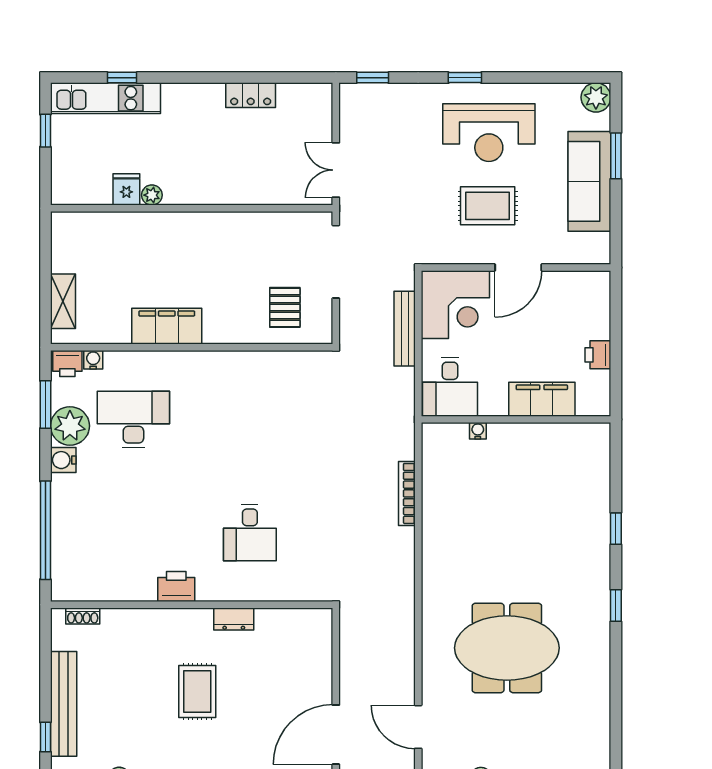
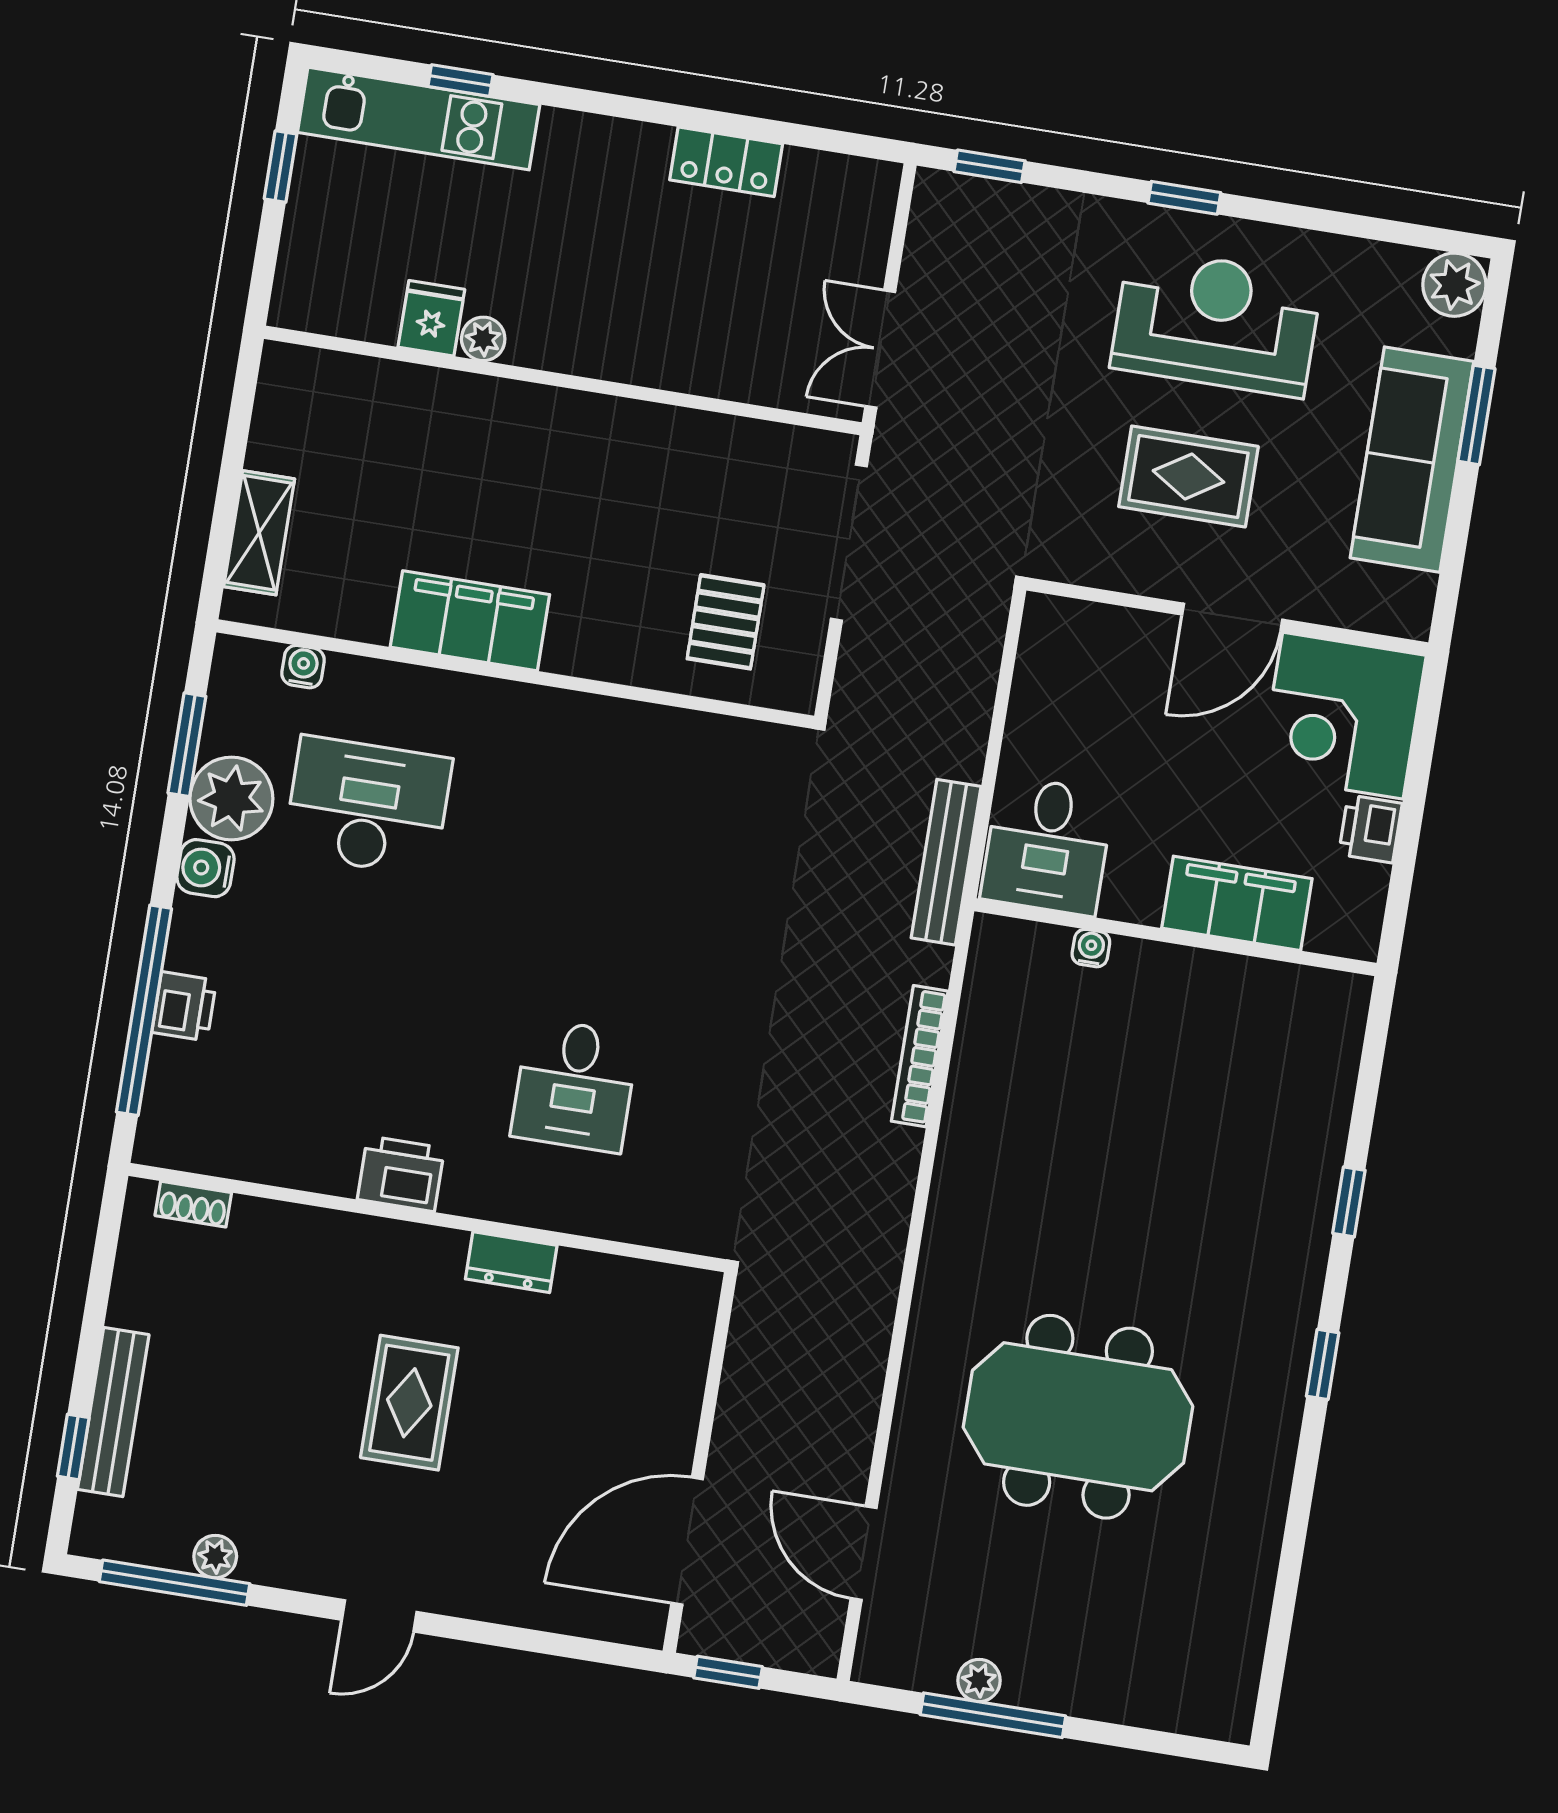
reception desk: (489, 133) -> (1216, 322), turned 180
corner desk: (455, 305) -> (1343, 716), moved, turned 90
bench: (405, 329) -> (946, 862), moved
printer: (67, 363) -> (184, 1006), moved, turned -90
bench: (64, 704) -> (113, 1412), width x0.73, depth x0.82

